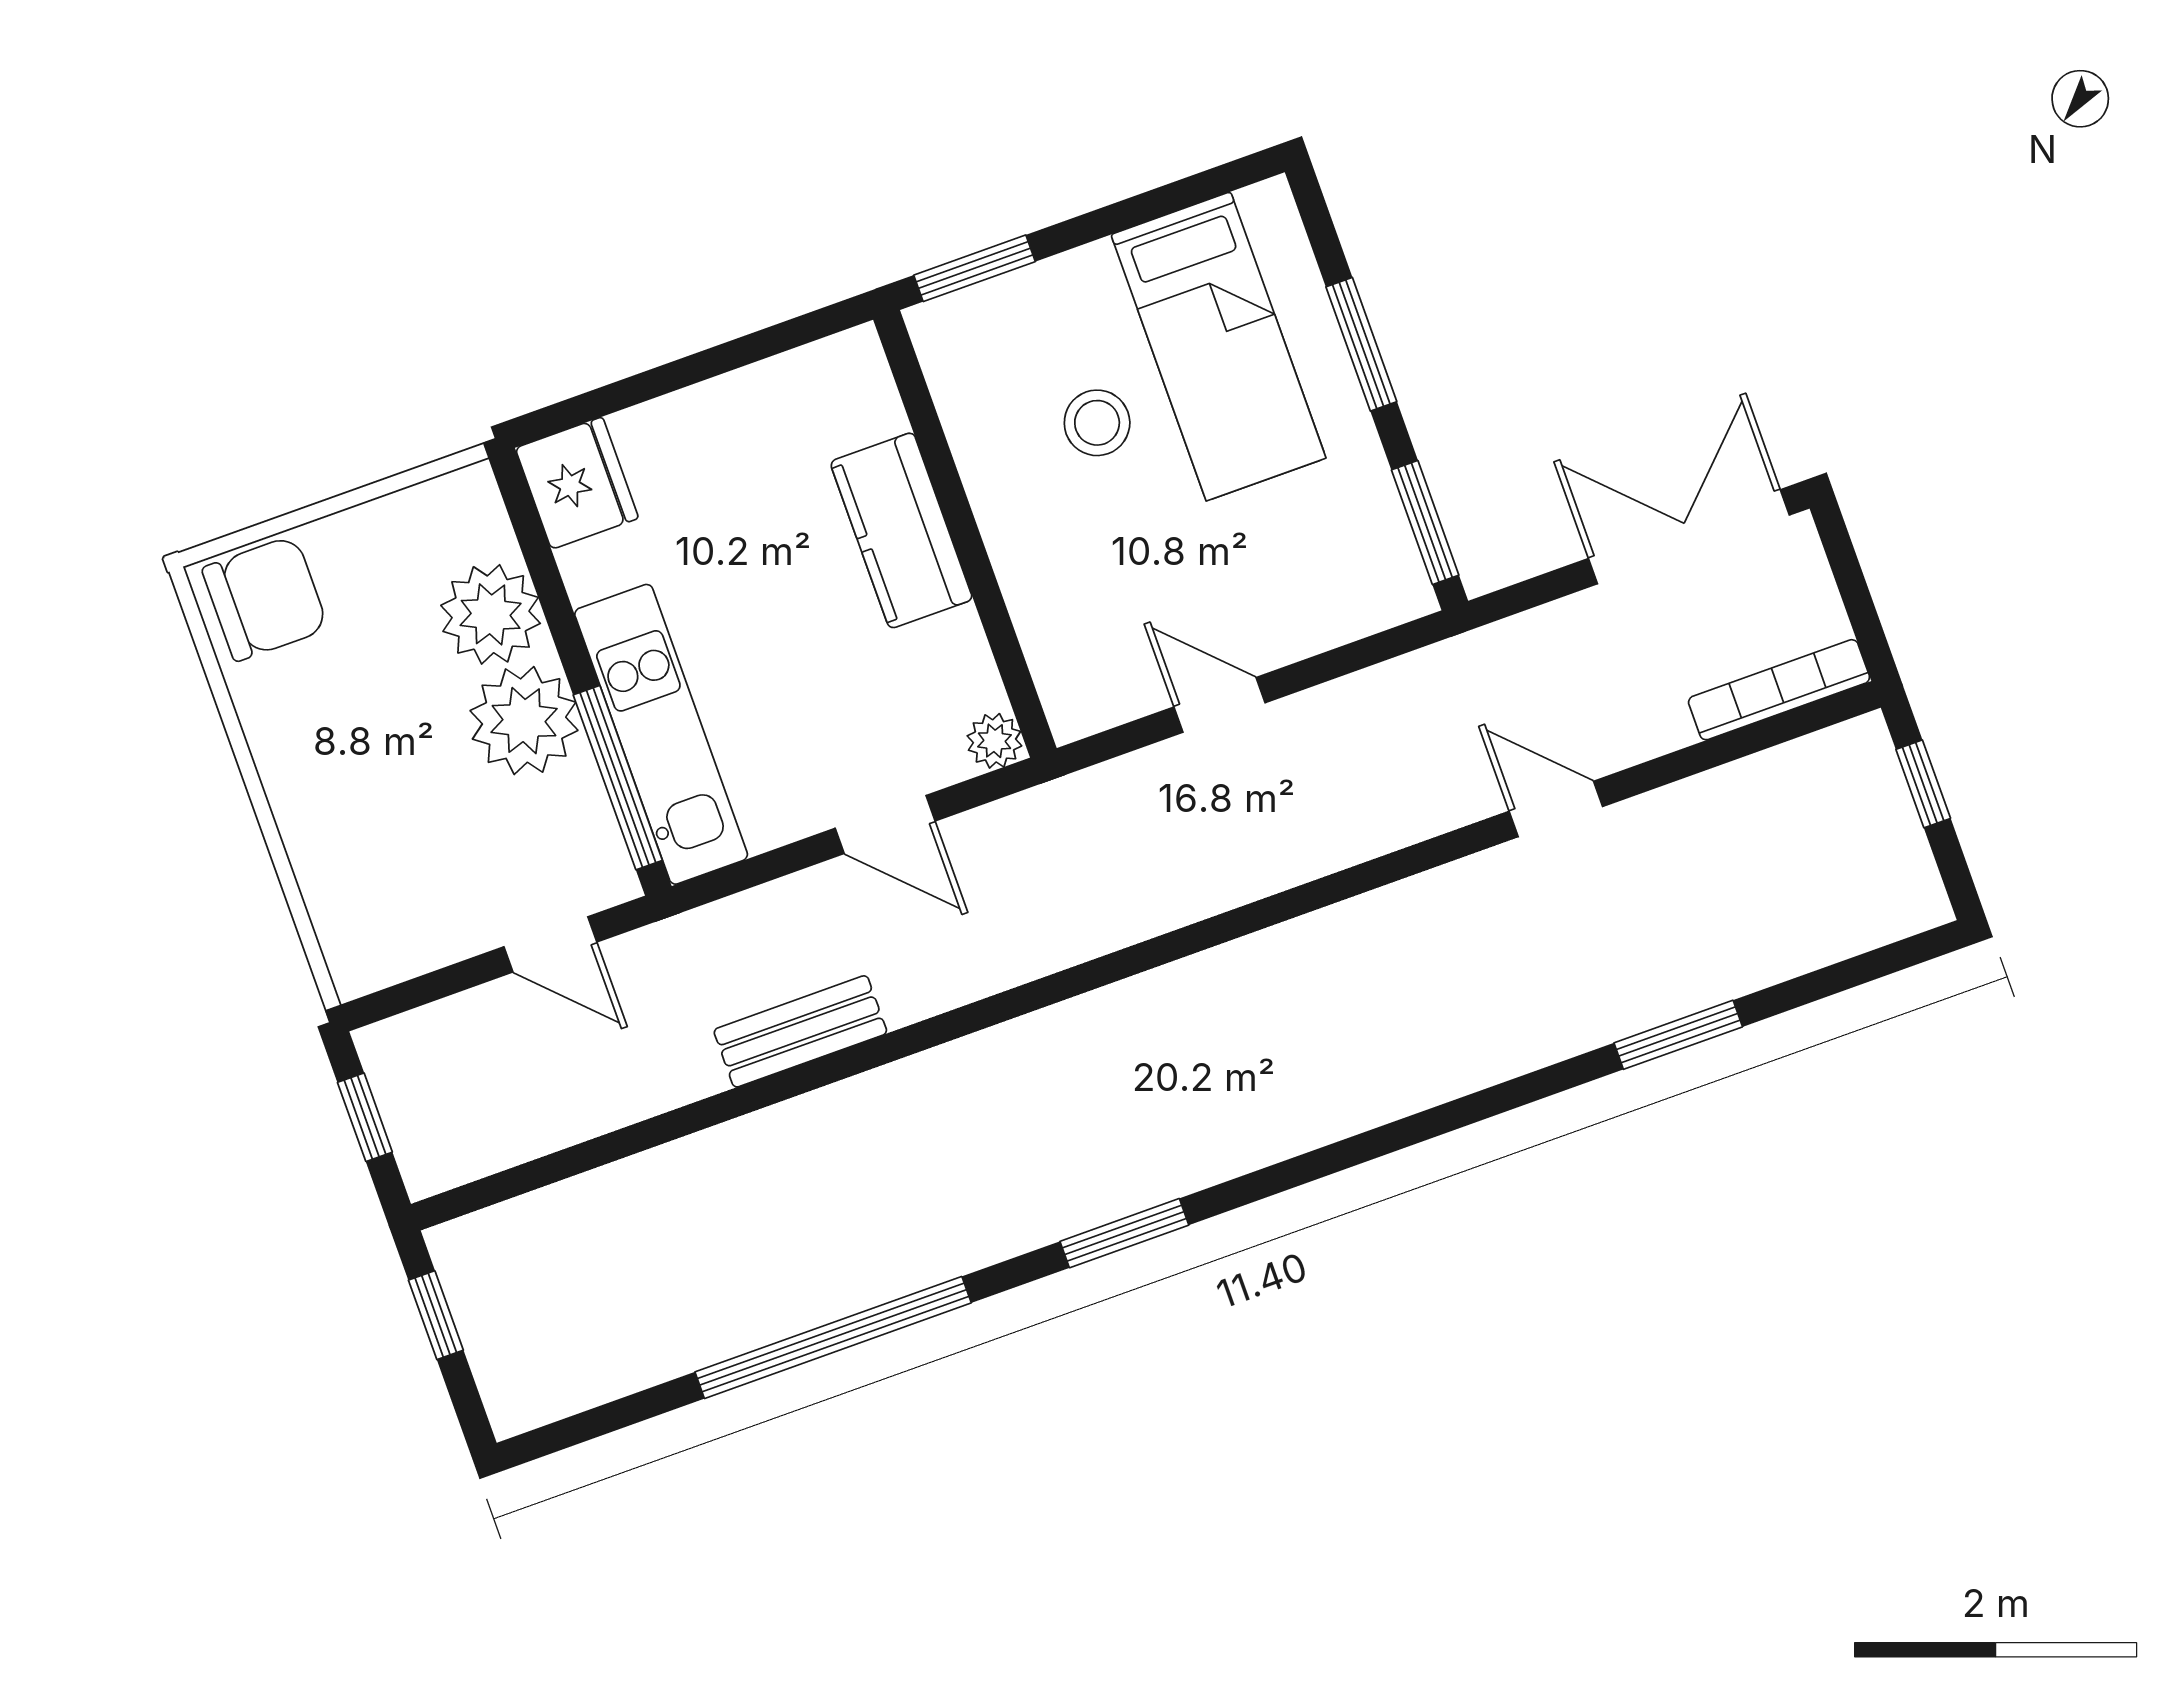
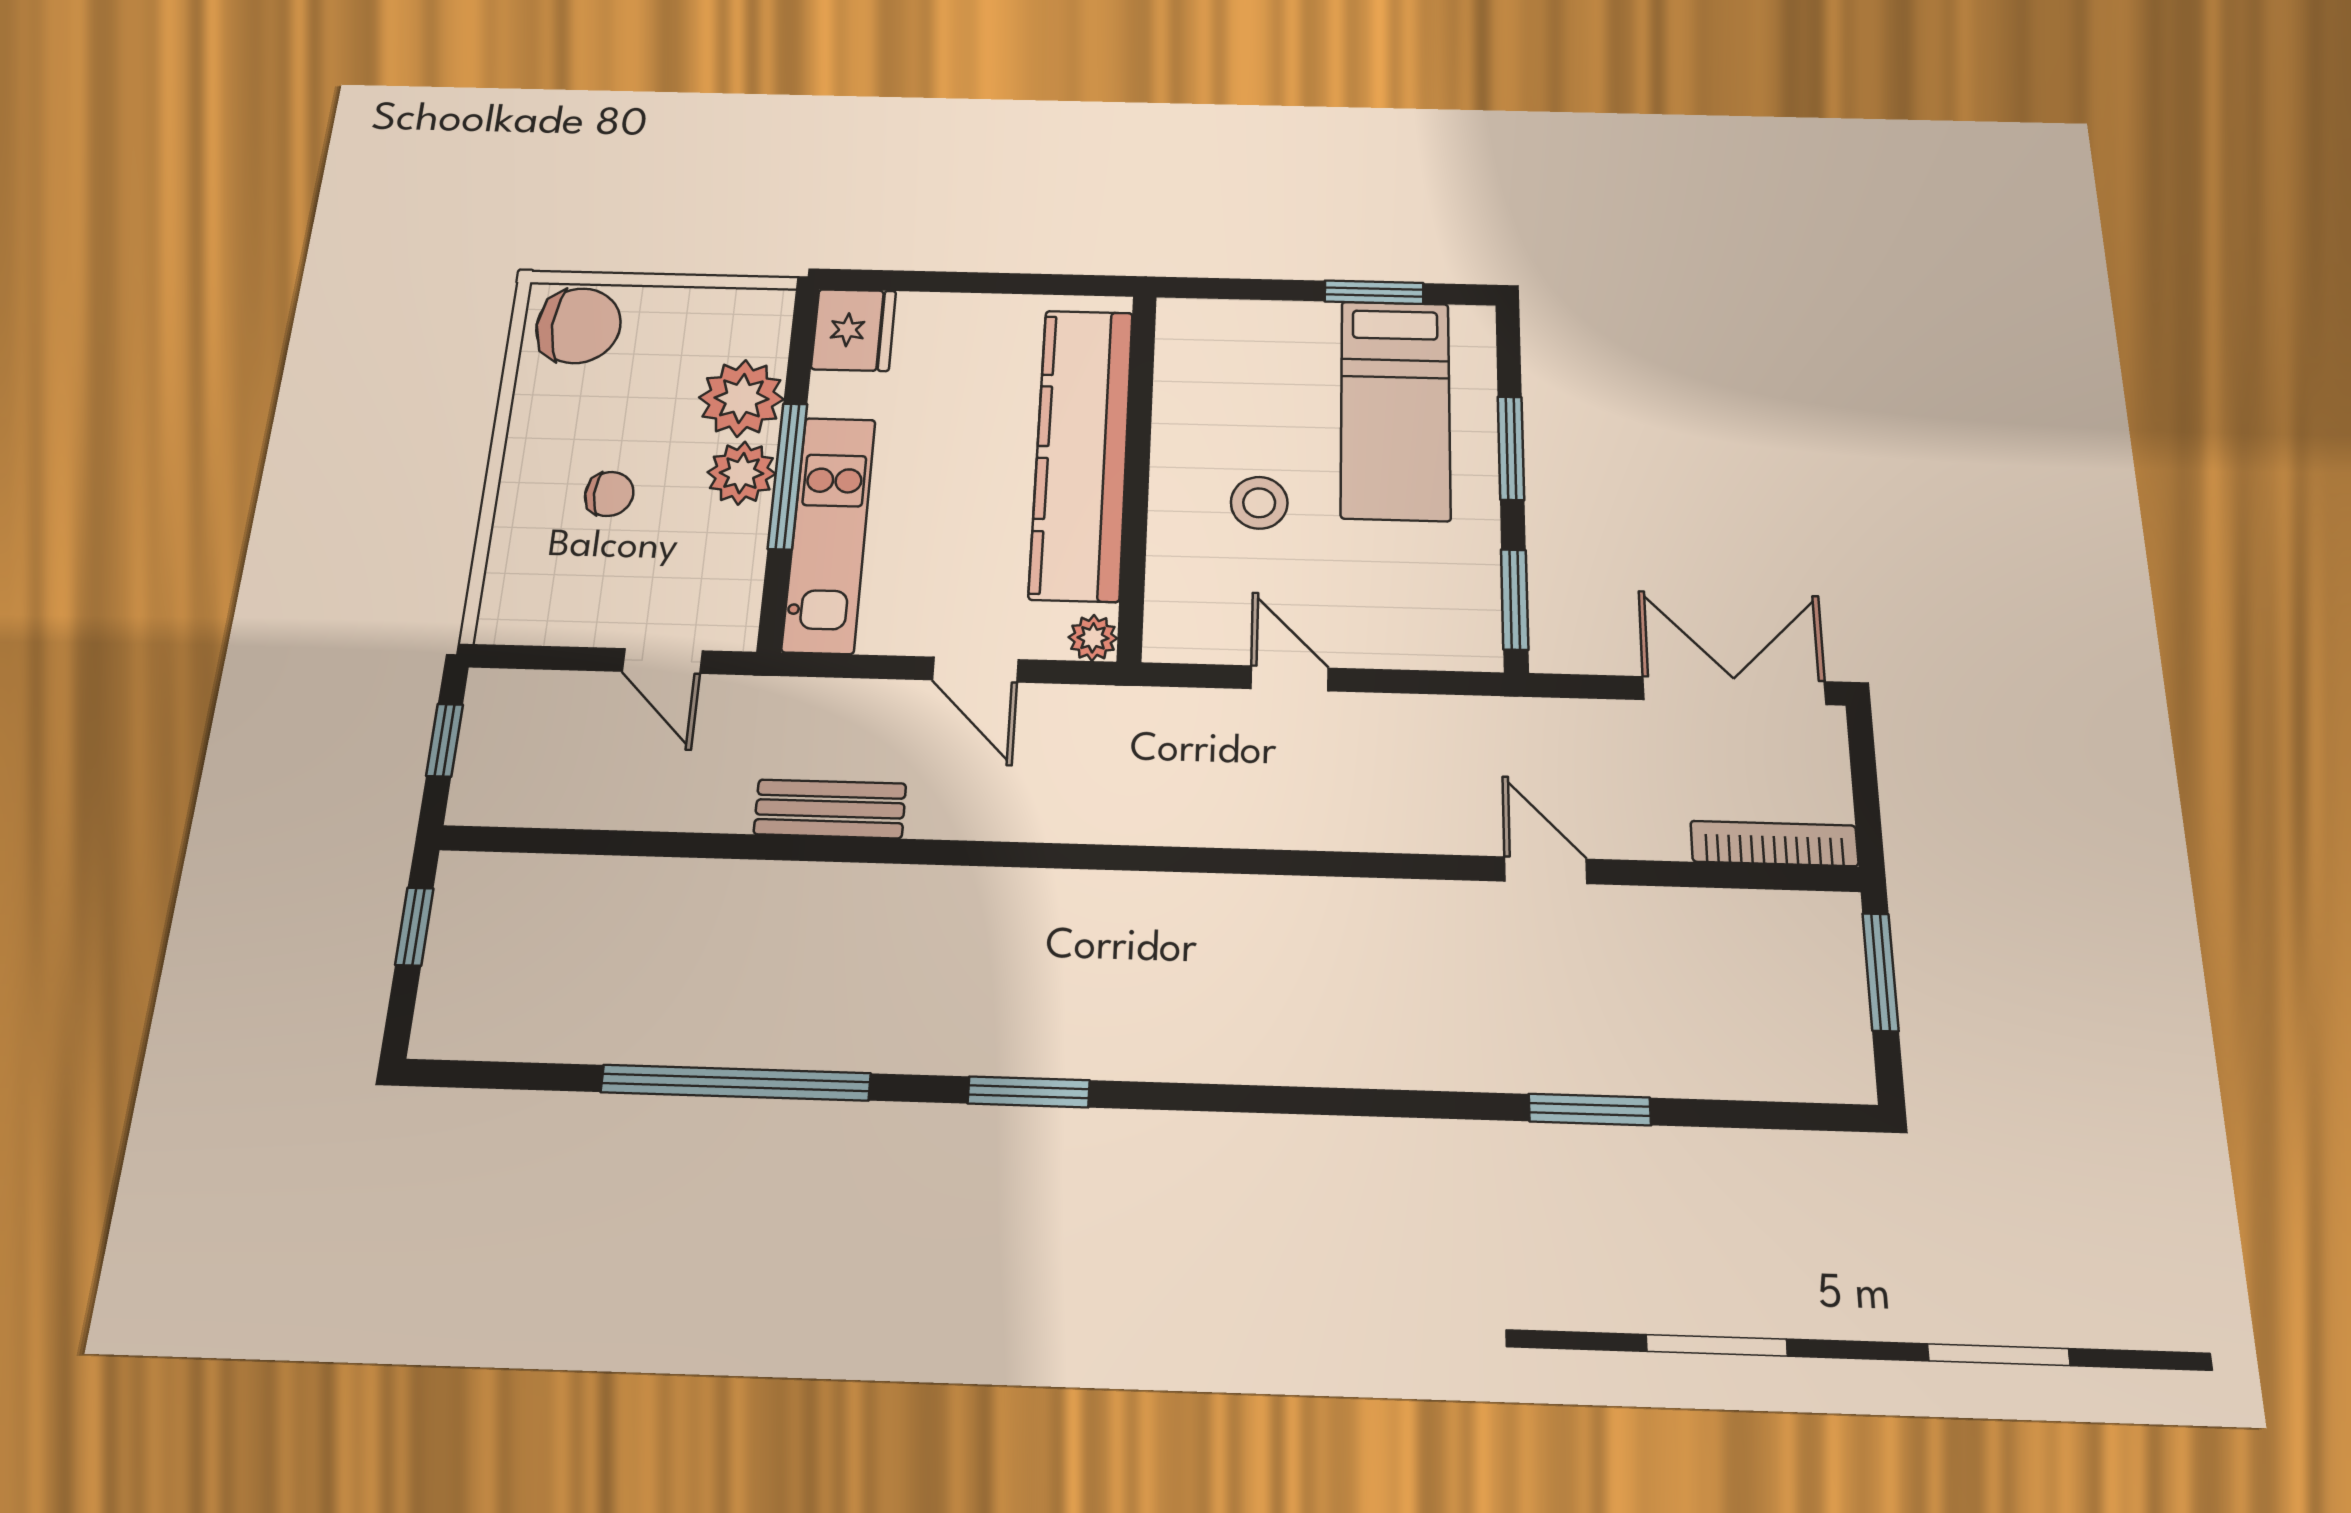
window: (974, 268) -> (1374, 292), moved
stool: (1097, 423) -> (1259, 503), moved
kitchen counter: (901, 531) -> (1082, 453), width x2.08, depth x1.17
plant: (524, 721) -> (742, 473), width x0.73, depth x0.73
window: (618, 778) -> (788, 476), moved
chair: (400, 782) -> (609, 494), added
window: (1923, 784) -> (1880, 972), width x1.50

